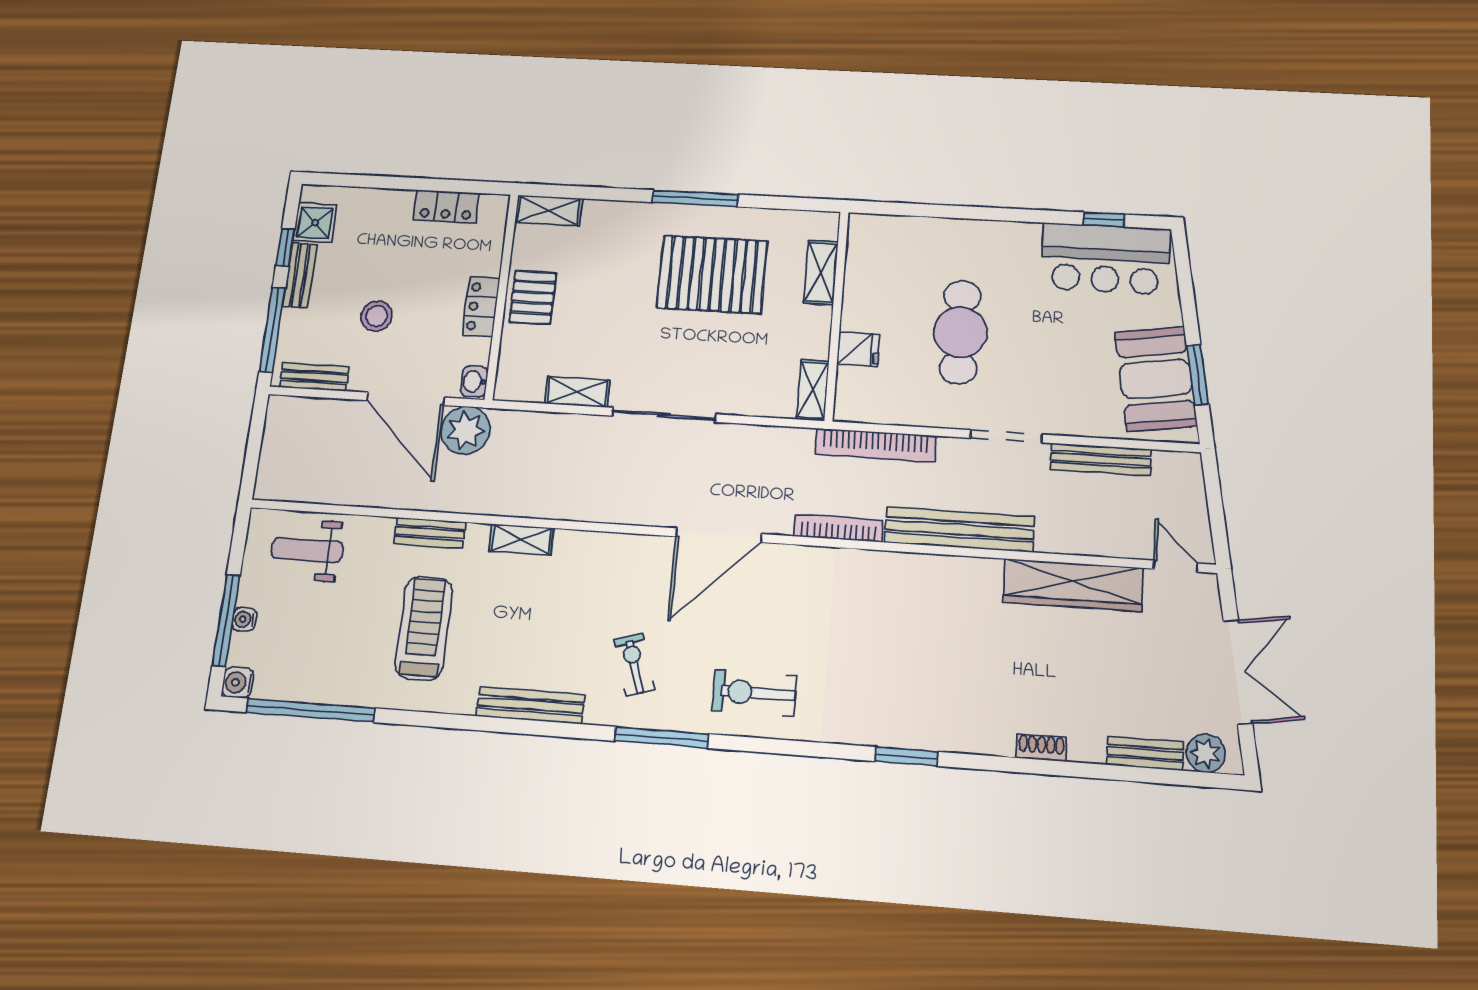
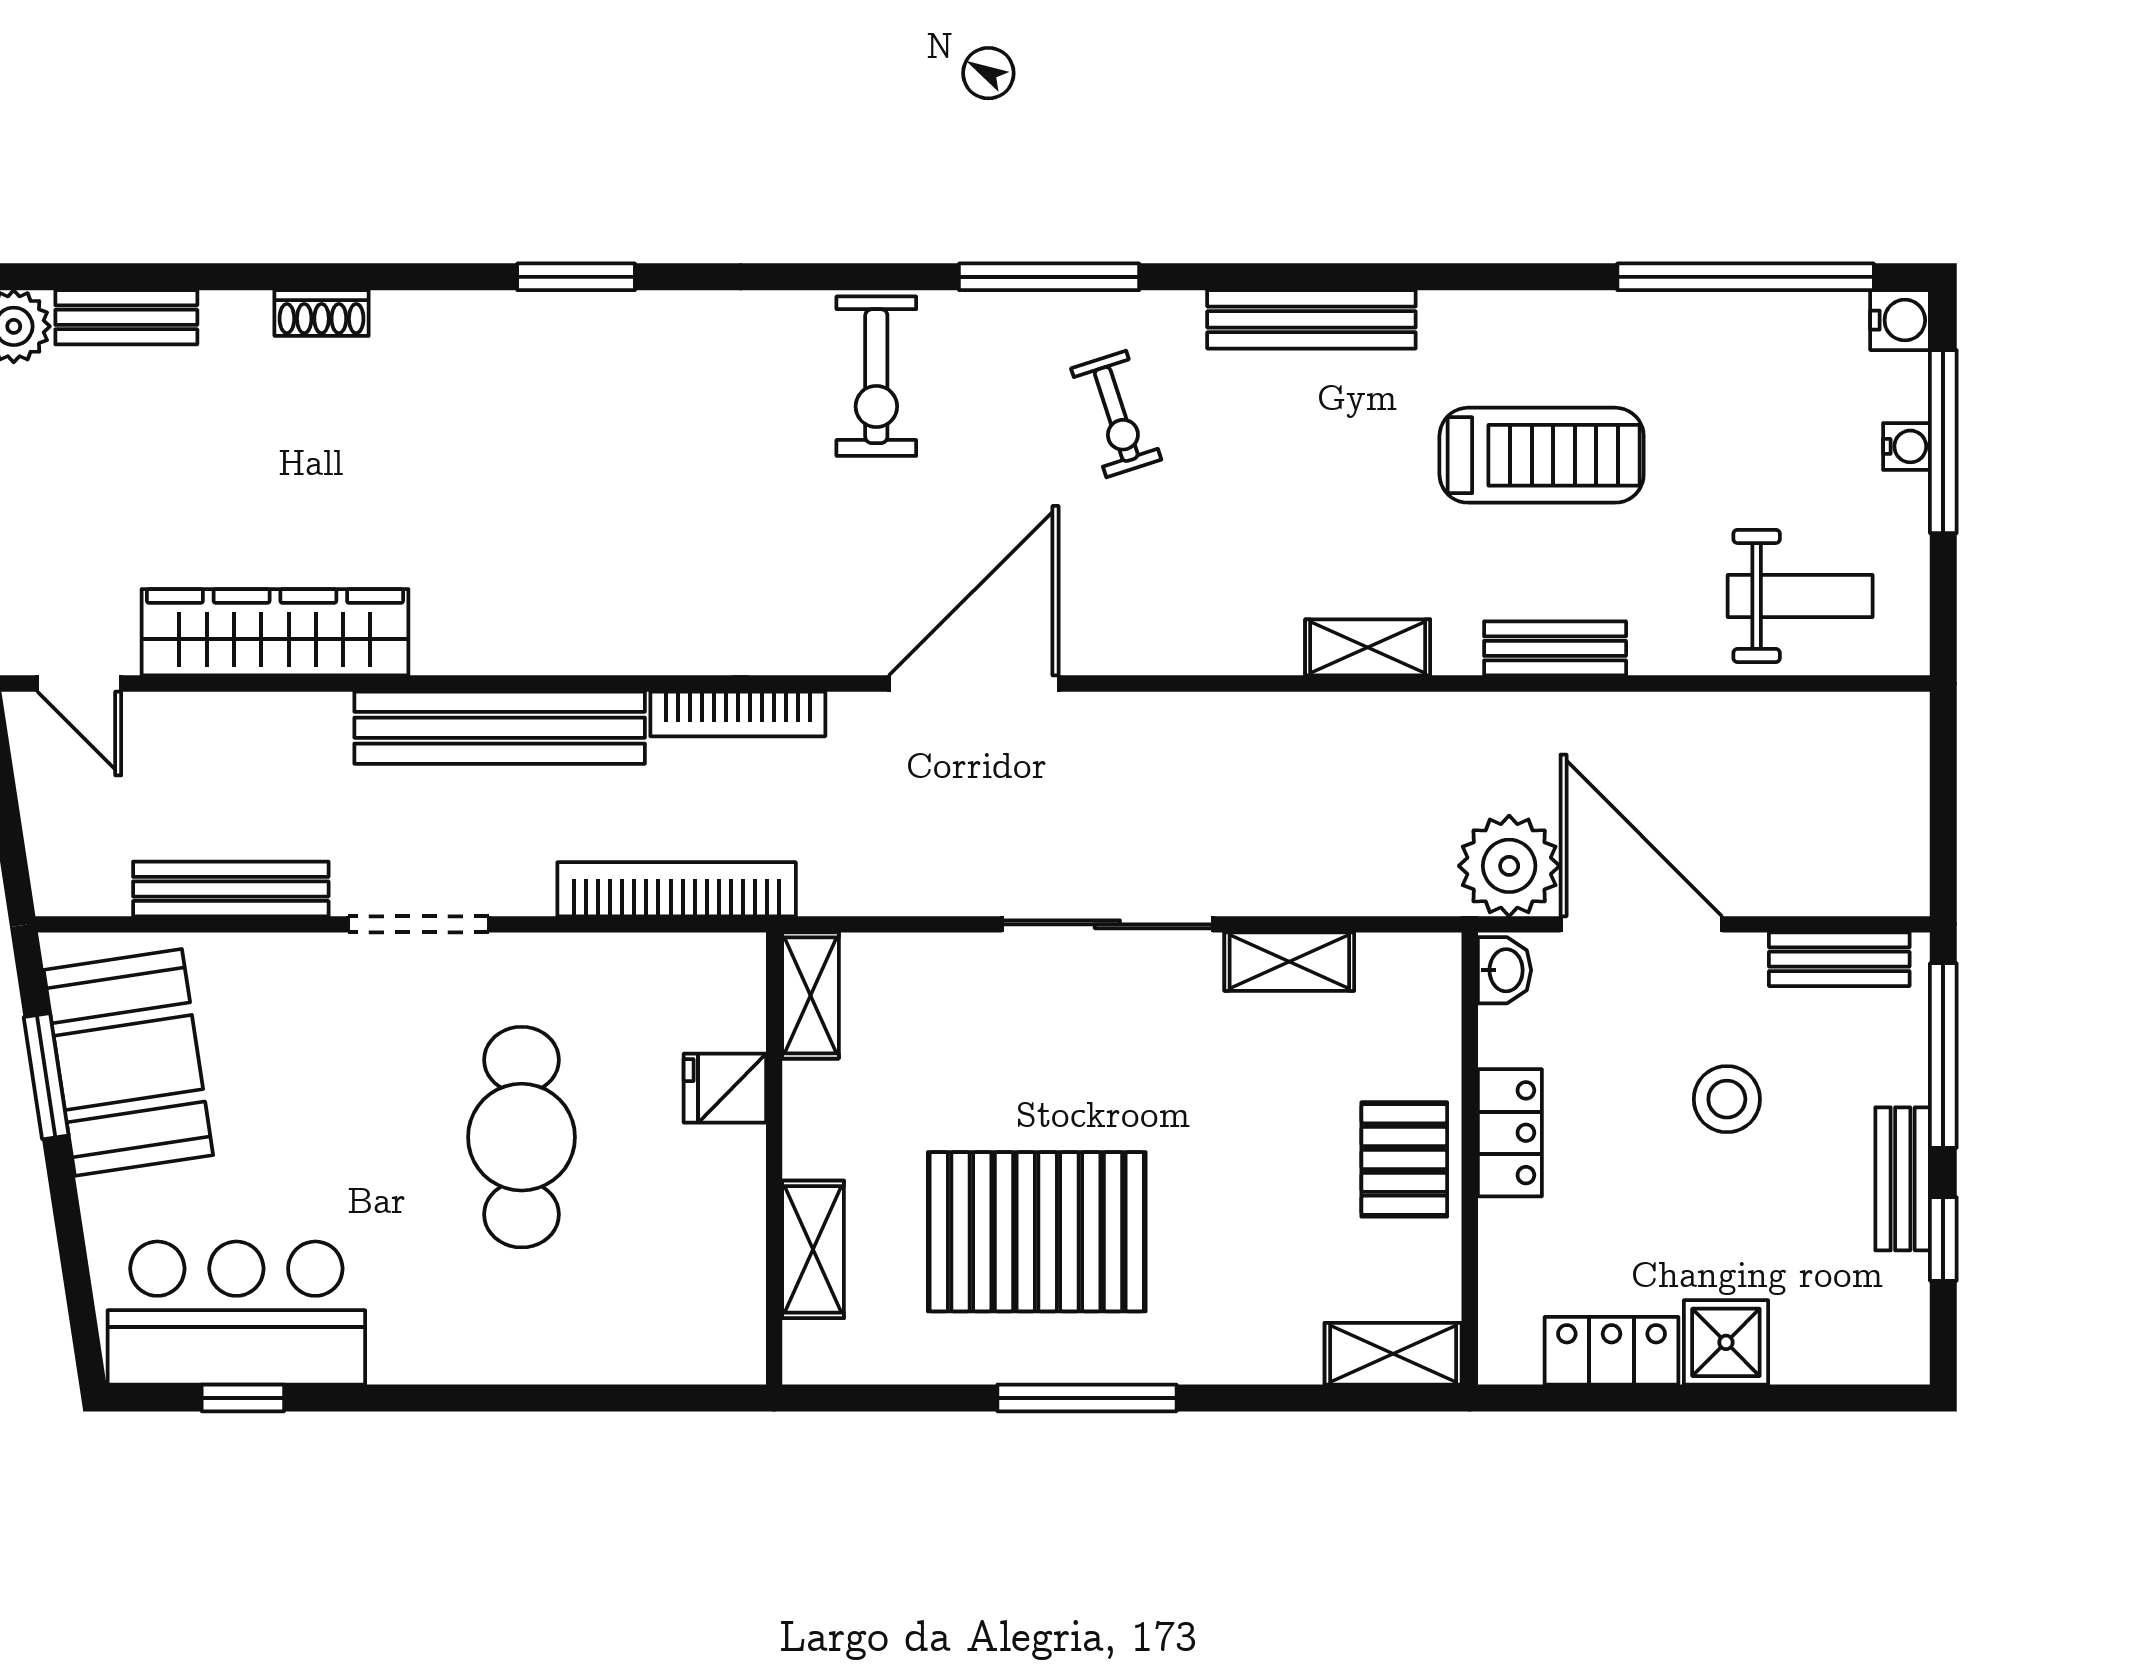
shower: (315, 223) -> (1726, 1342), moved
treadmill: (424, 628) -> (1542, 455), turned -90
exercise bike: (754, 693) -> (876, 376), turned 90

